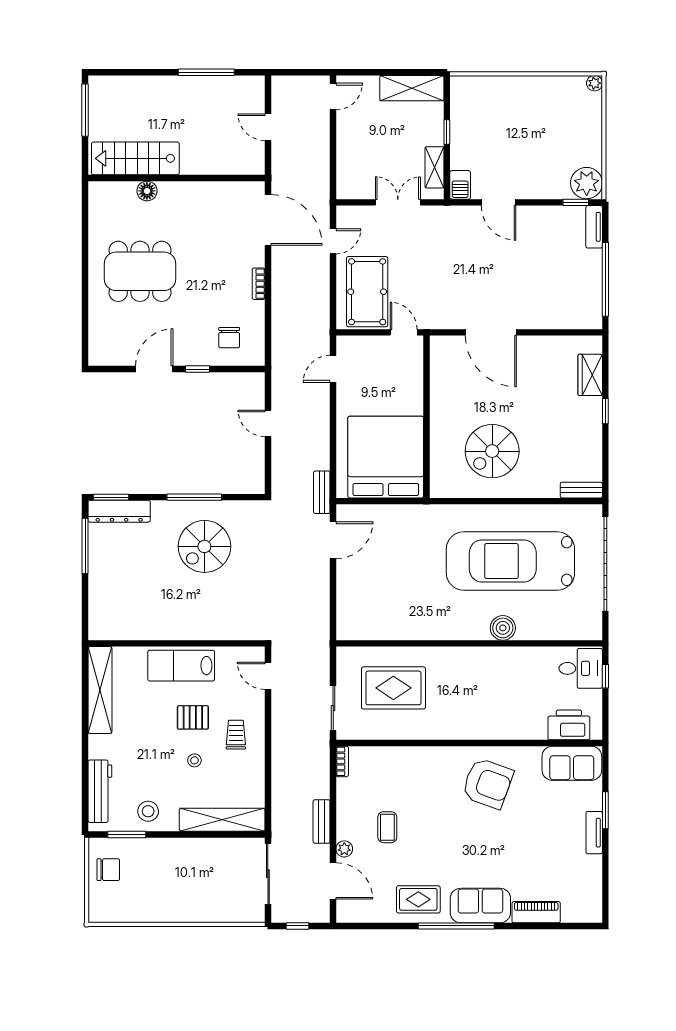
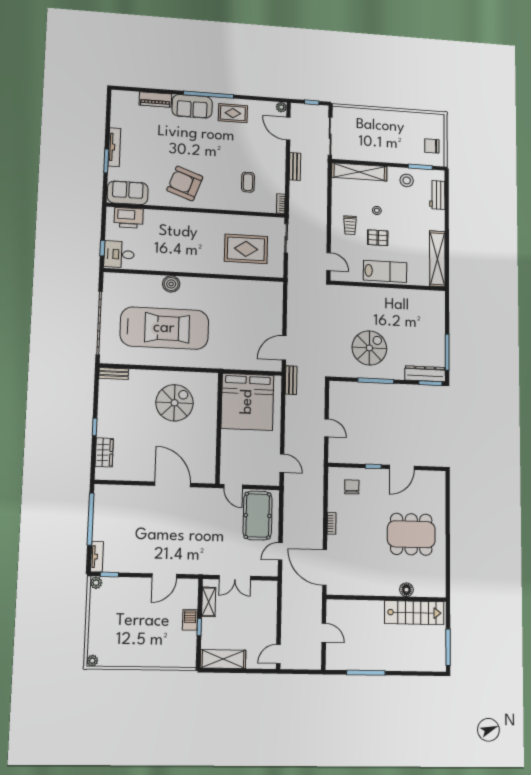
plant: (587, 183) -> (96, 583), width x0.53, depth x0.53
barbecue: (460, 185) -> (190, 620), moved
door: (498, 202) -> (164, 576), swing flipped
door: (333, 369) -> (282, 463), hinge flipped
workbench: (100, 791) -> (437, 195), width x0.73
coffee table: (387, 827) -> (248, 182), moved
tv unit: (594, 833) -> (114, 147), width x1.41
plant: (344, 849) -> (281, 107), moved

